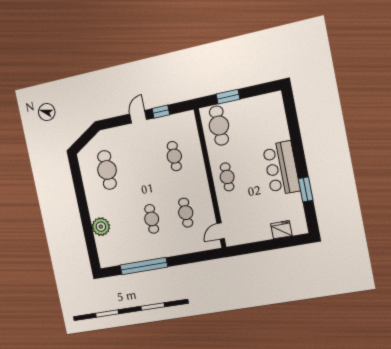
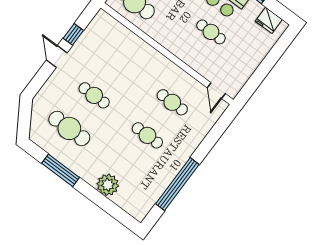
cafe table: (174, 156) -> (94, 95), moved
cafe table: (227, 177) -> (211, 32), moved
window: (80, 191) -> (61, 170), added
fridge: (281, 230) -> (269, 20), moved, turned -90

